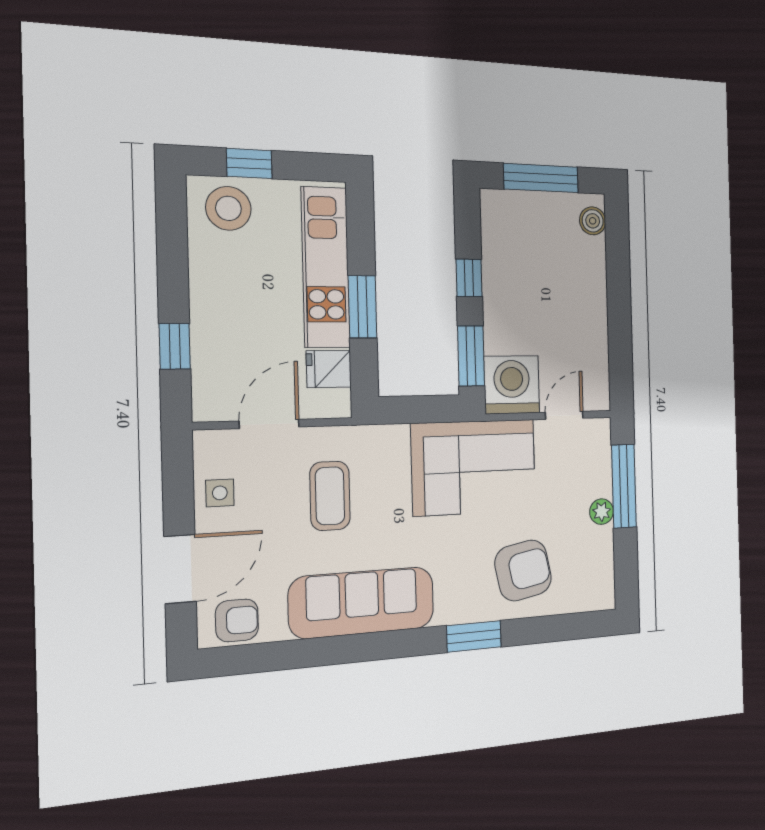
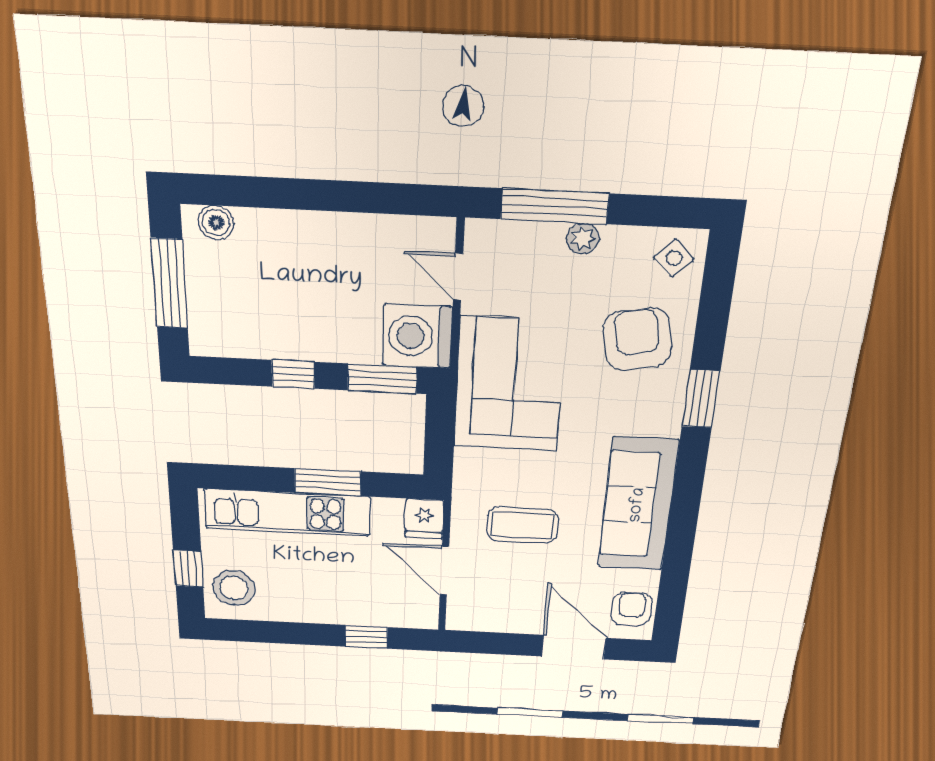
fridge: (329, 369) -> (424, 519), moved
side table: (220, 493) -> (674, 258), moved, turned 45

